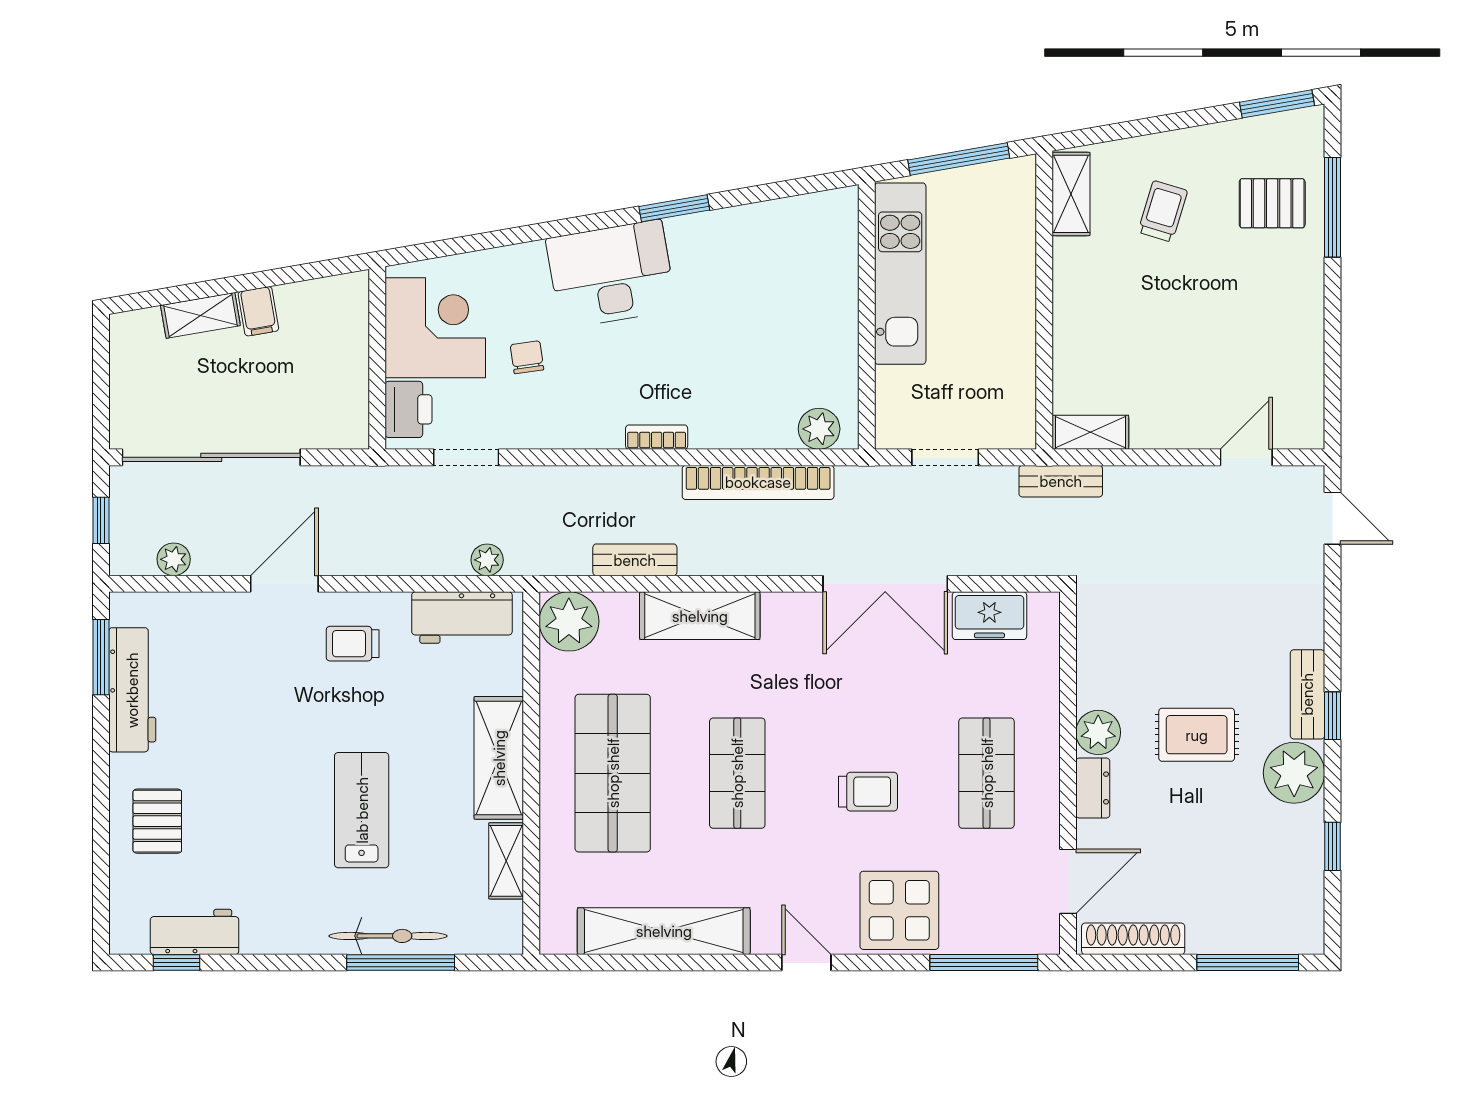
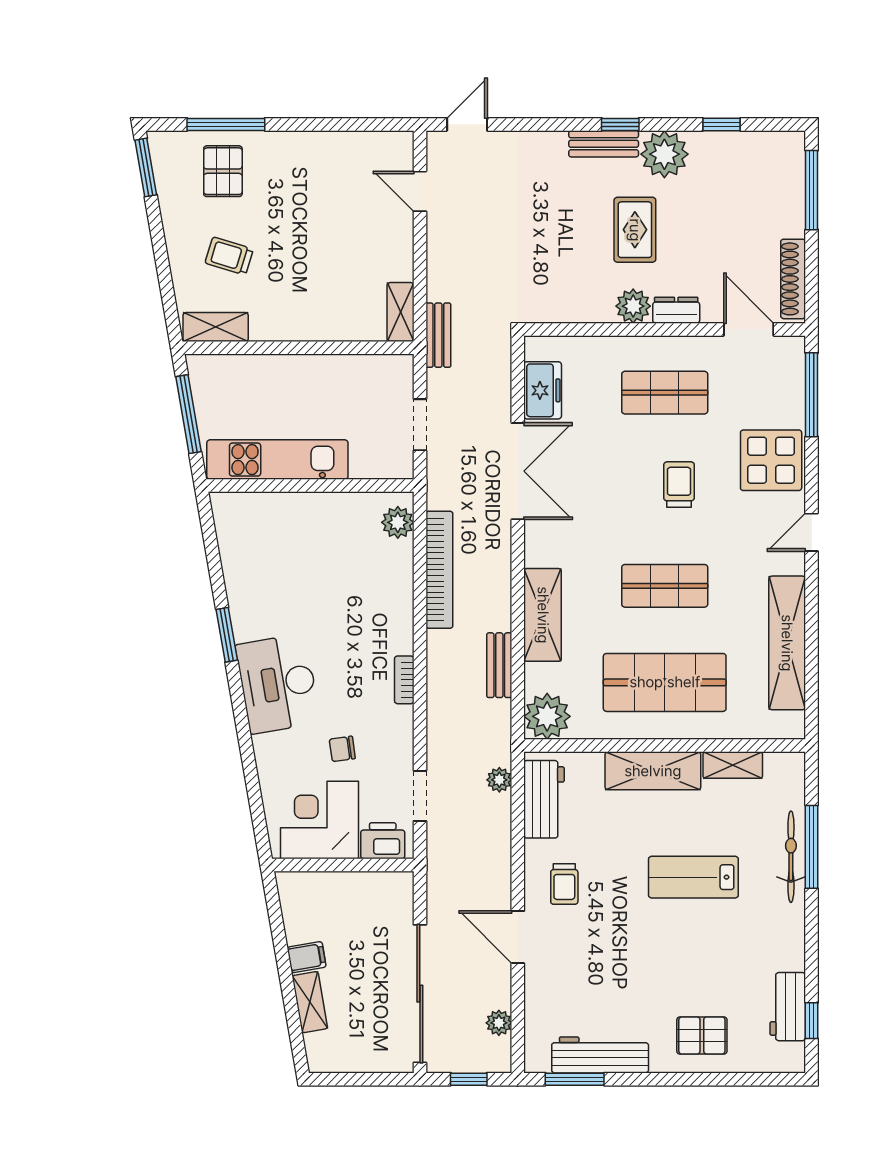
bookcase: (657, 437) -> (404, 680), moved

